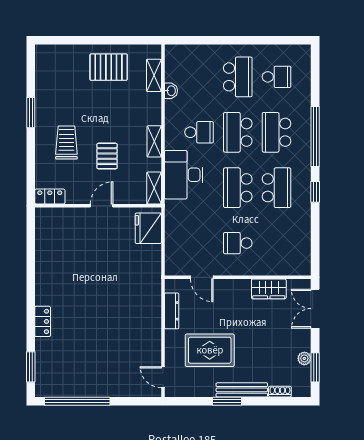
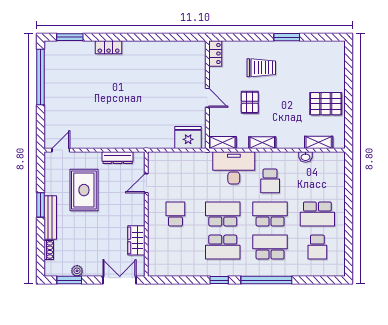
pallet: (109, 67) -> (326, 104), turned 90
pallet: (107, 156) -> (250, 102), turned 90

